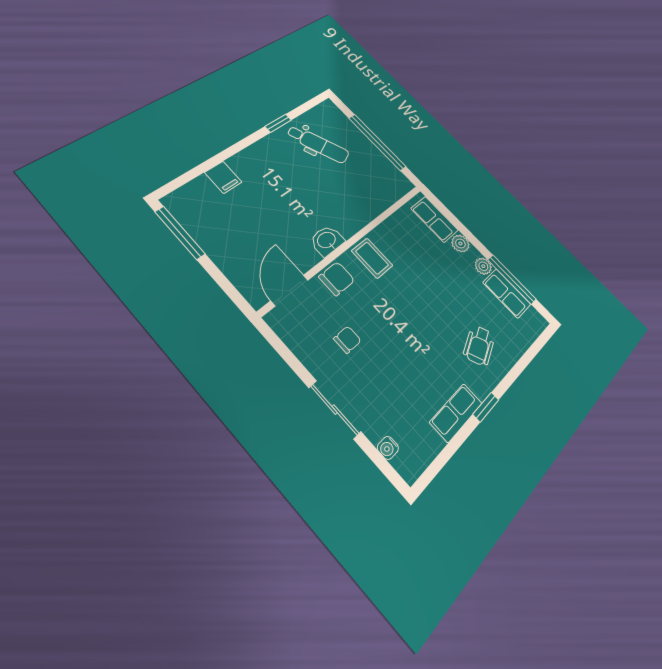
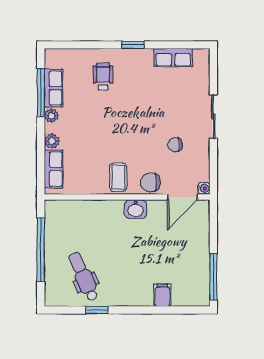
wheelchair: (479, 345) -> (103, 77), turned -66
row of seats: (456, 413) -> (173, 58), moved
water cooler: (388, 448) -> (204, 188), moved

